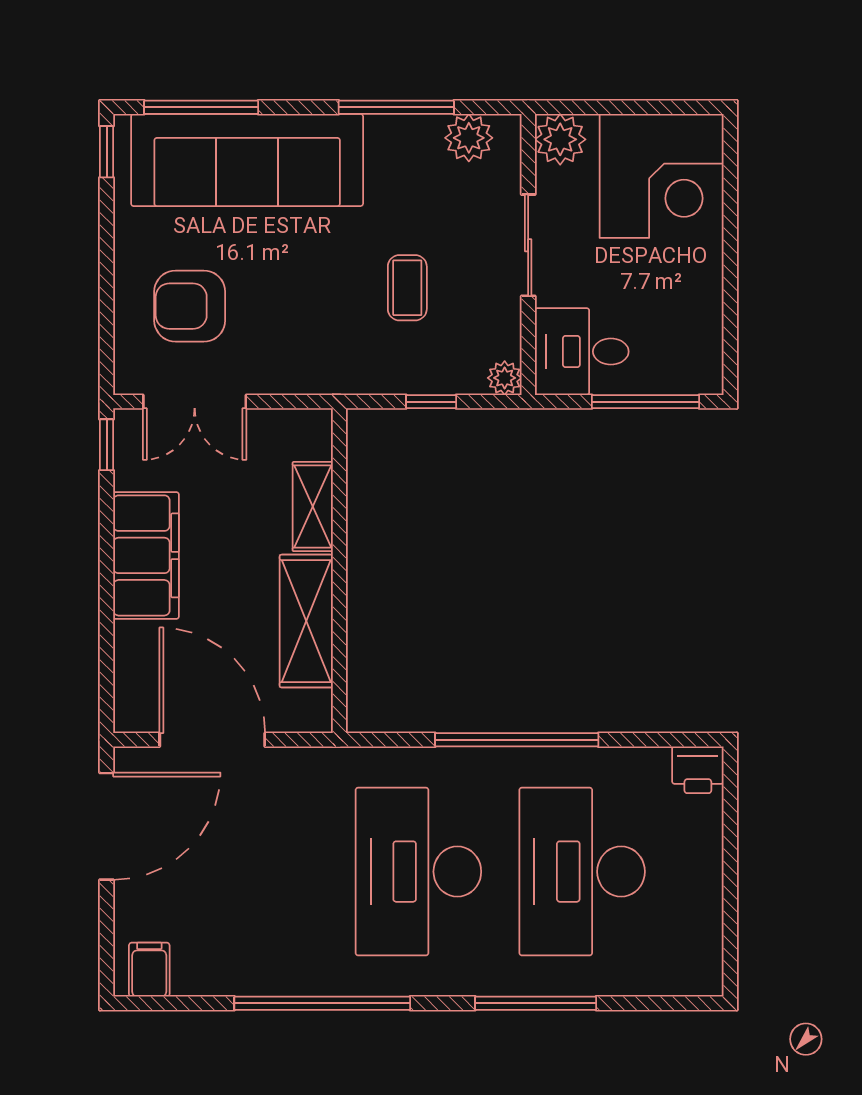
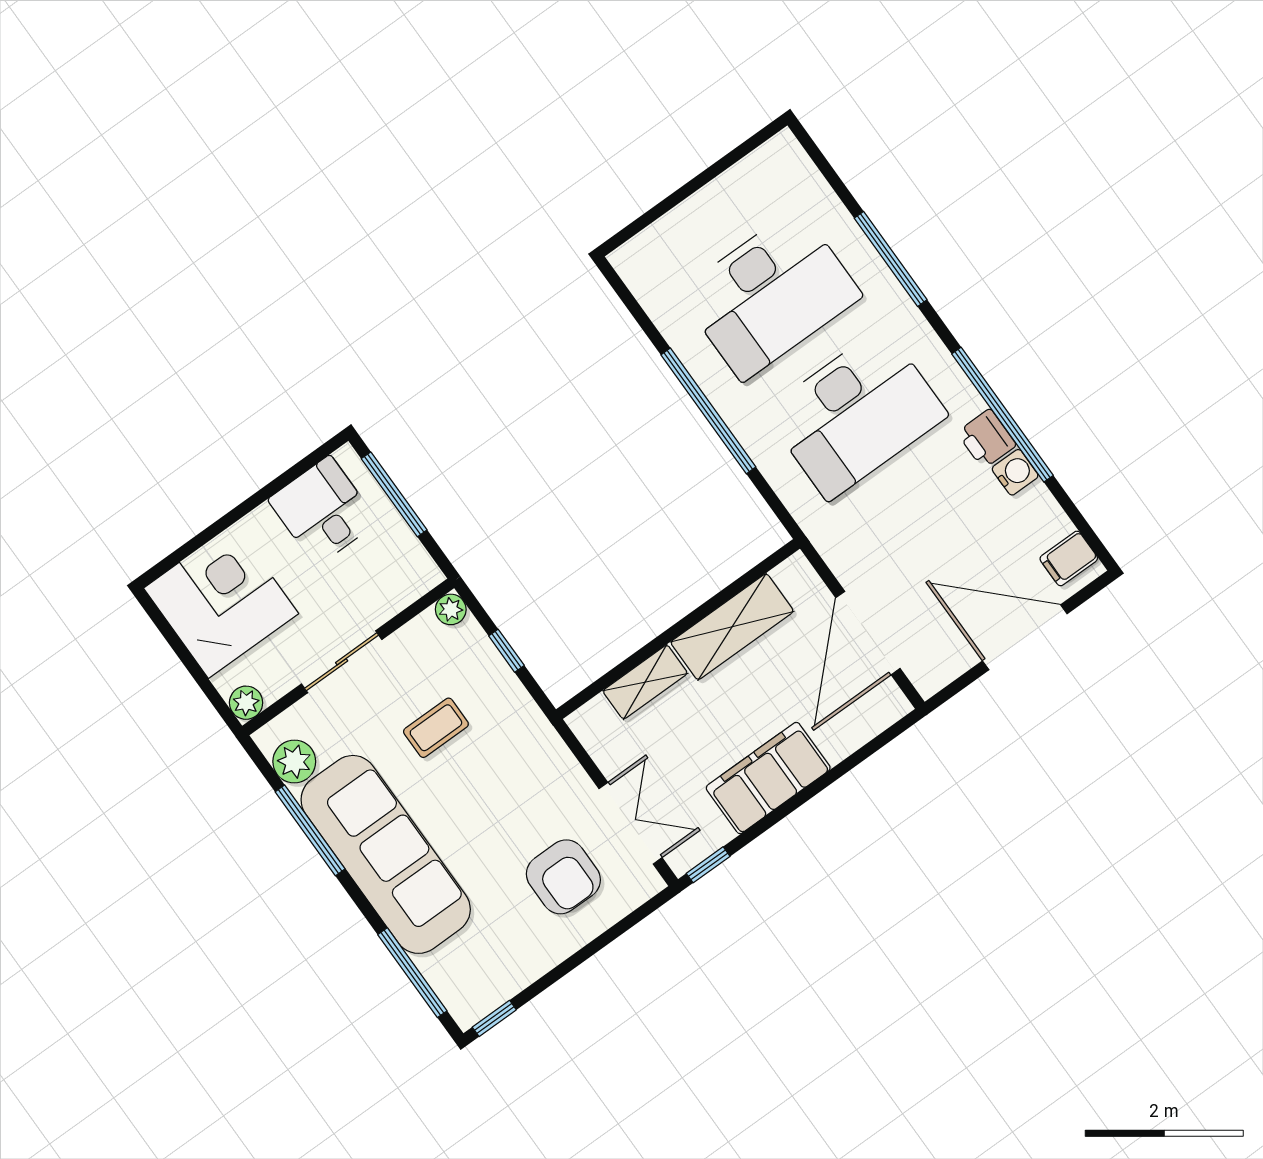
plant: (560, 139) -> (246, 703), width x0.73, depth x0.73
sofa: (247, 160) -> (386, 854), moved
desk: (582, 352) -> (323, 511), moved, turned 180
printer: (698, 770) -> (987, 439), moved, turned 180
door: (107, 826) -> (1025, 637), moved
water cooler: (262, 977) -> (1015, 472), added

